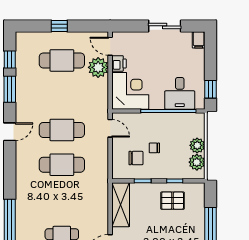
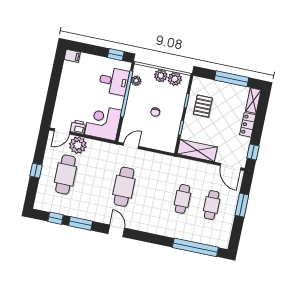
sliding door: (165, 26) -> (55, 82), removed
plant: (186, 119) -> (136, 81), added
chair: (136, 158) -> (161, 129), removed
cafe table: (62, 165) -> (182, 199), moved, width x0.73, depth x0.74

